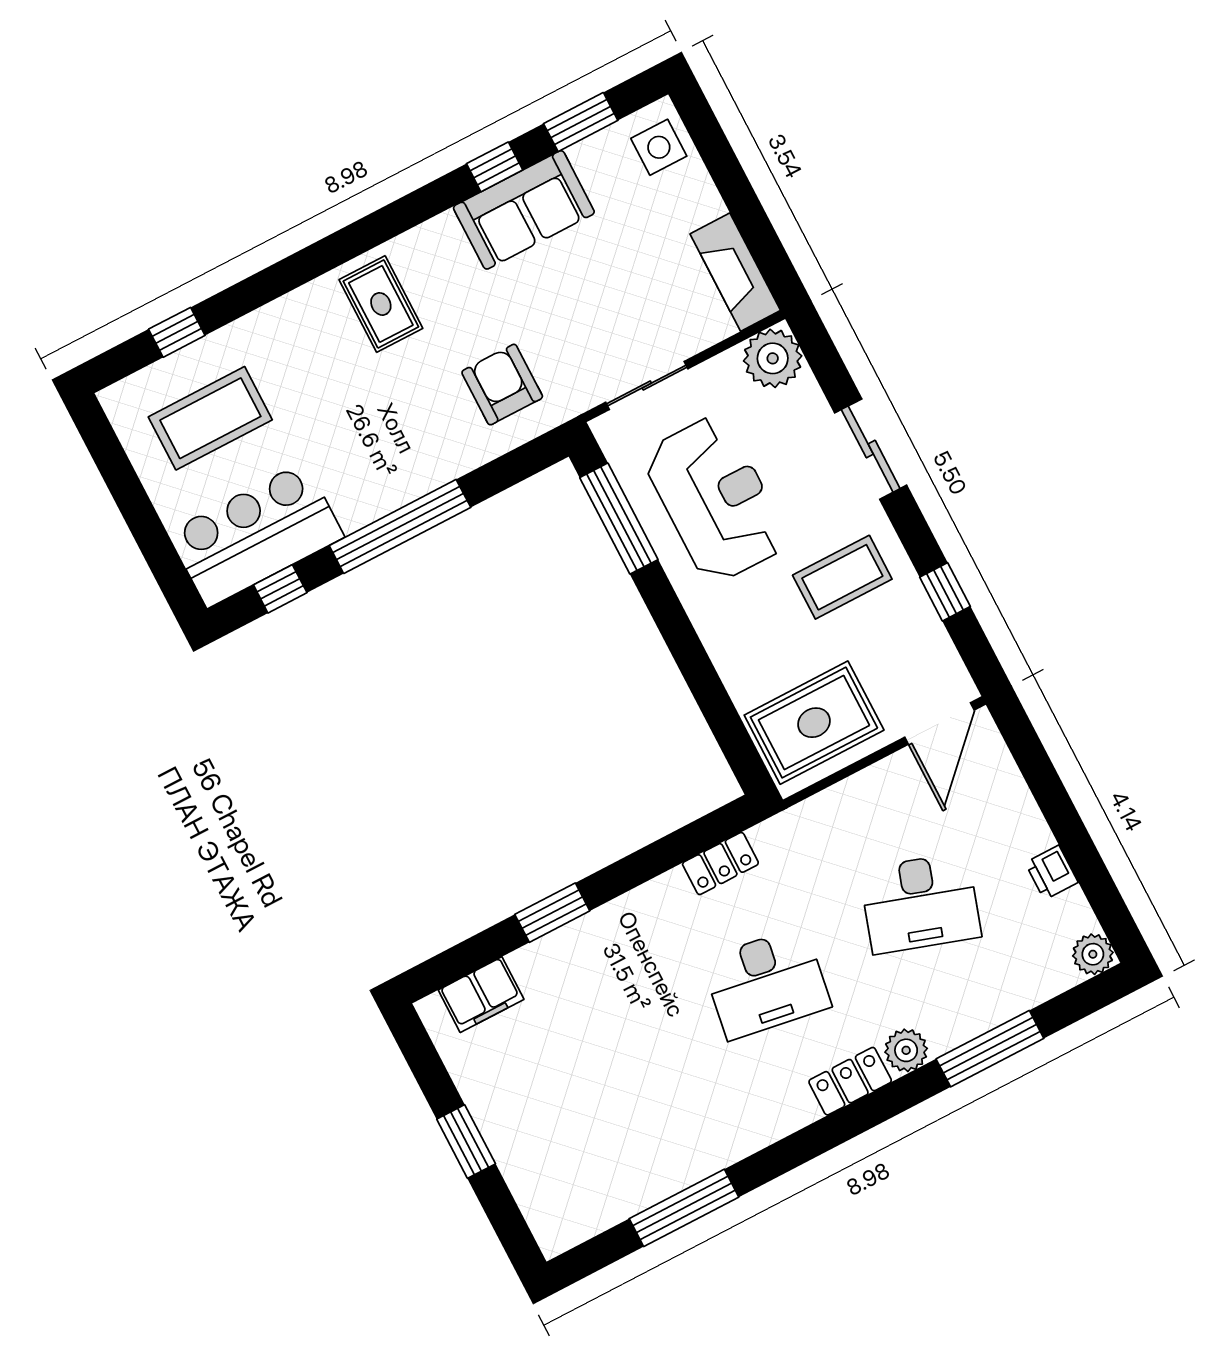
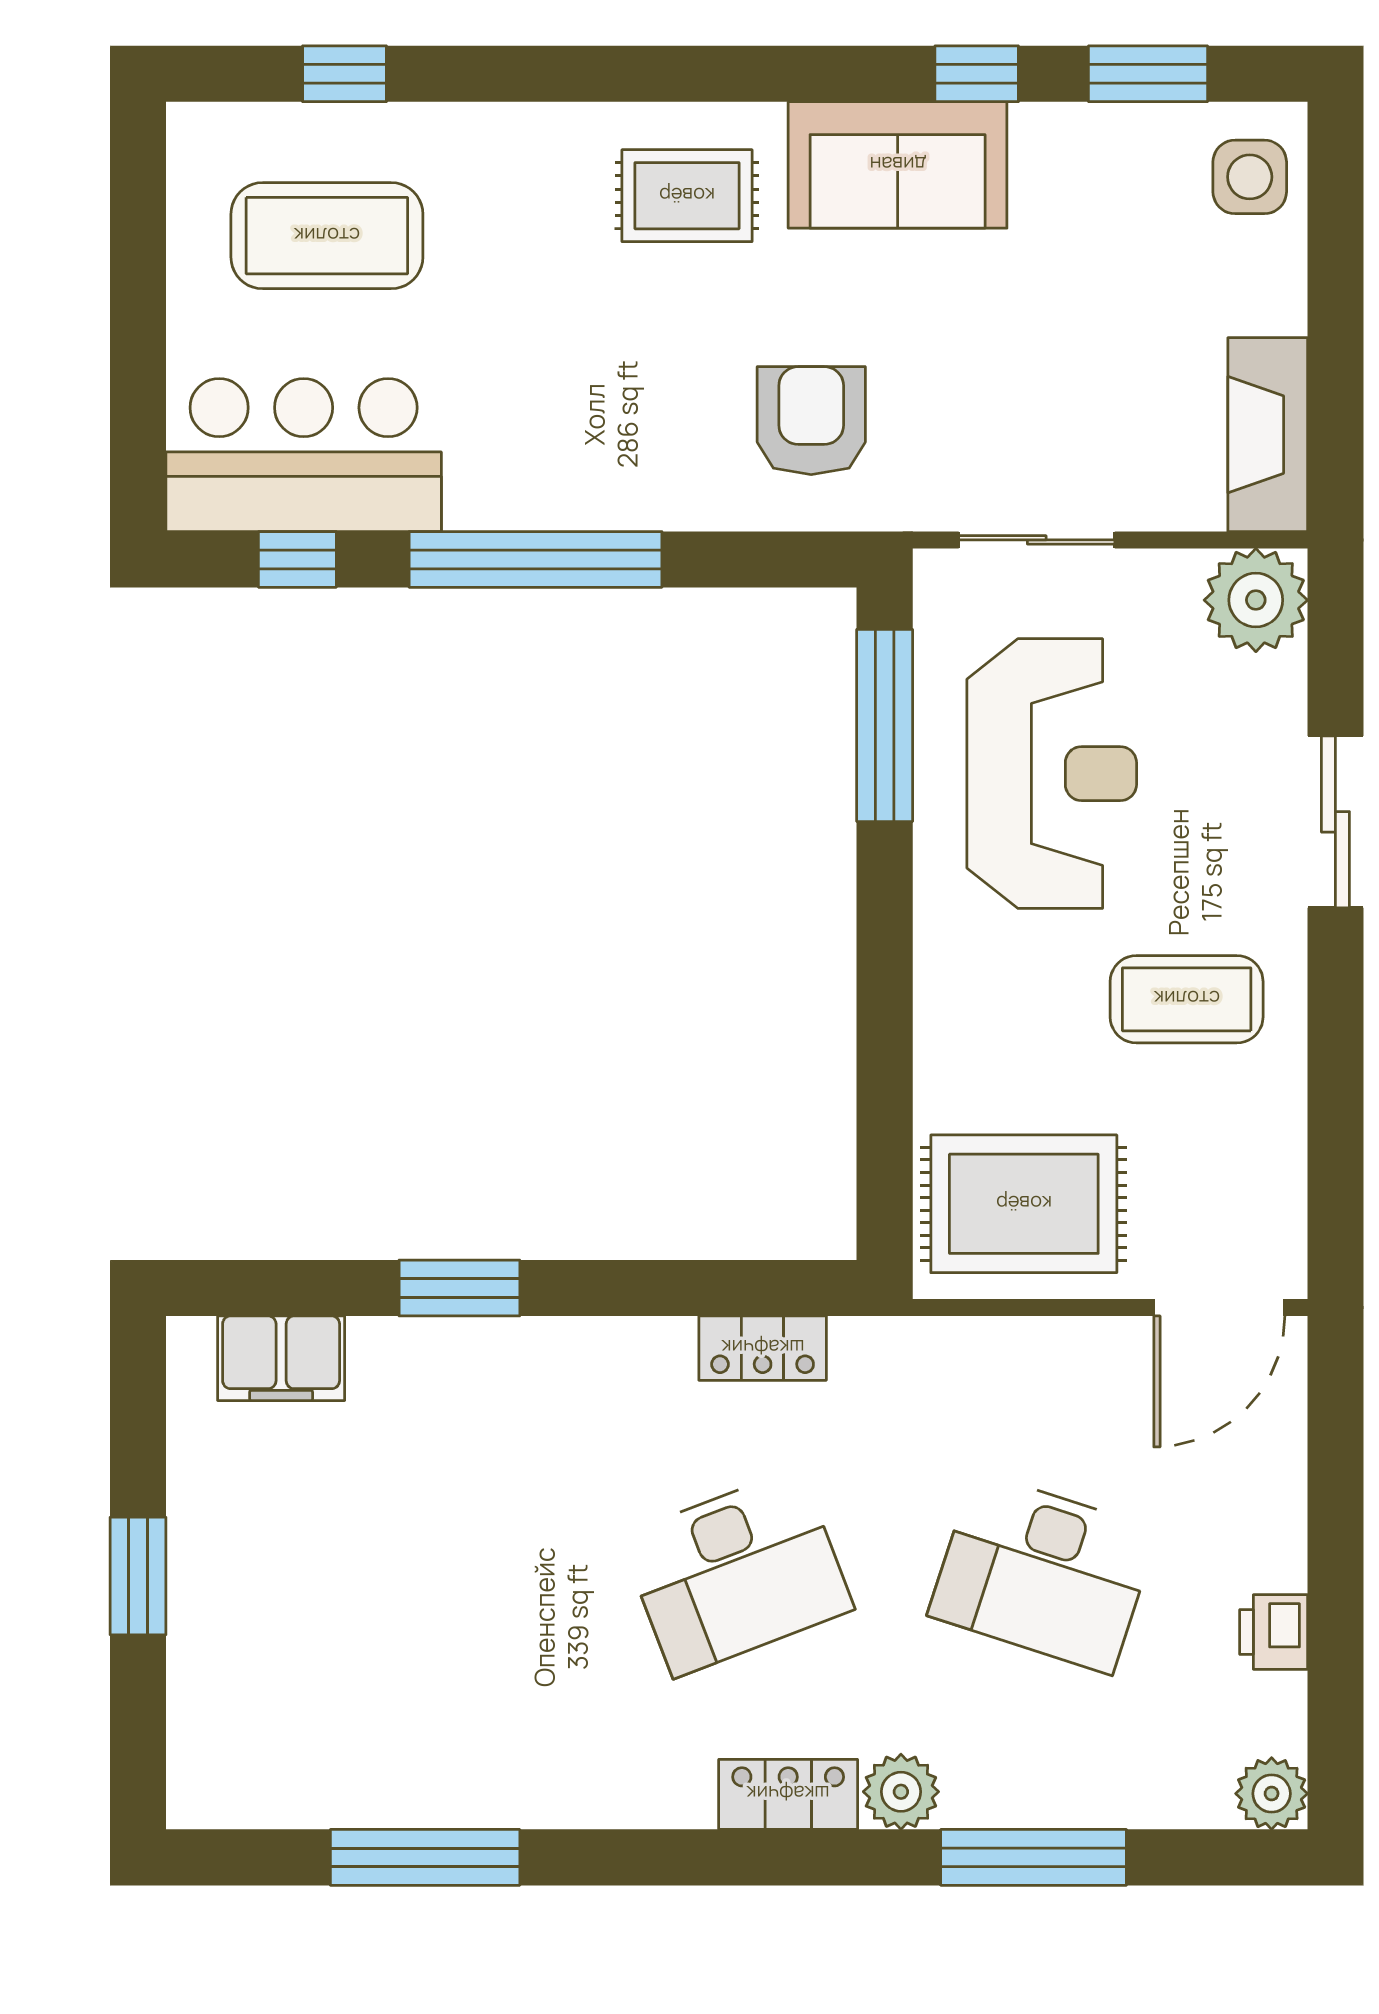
sofa: (524, 210) -> (898, 165), moved
rug: (381, 304) -> (687, 196), turned 90
window: (945, 592) -> (1335, 1106), removed
desk: (766, 983) -> (737, 1573), turned -30

